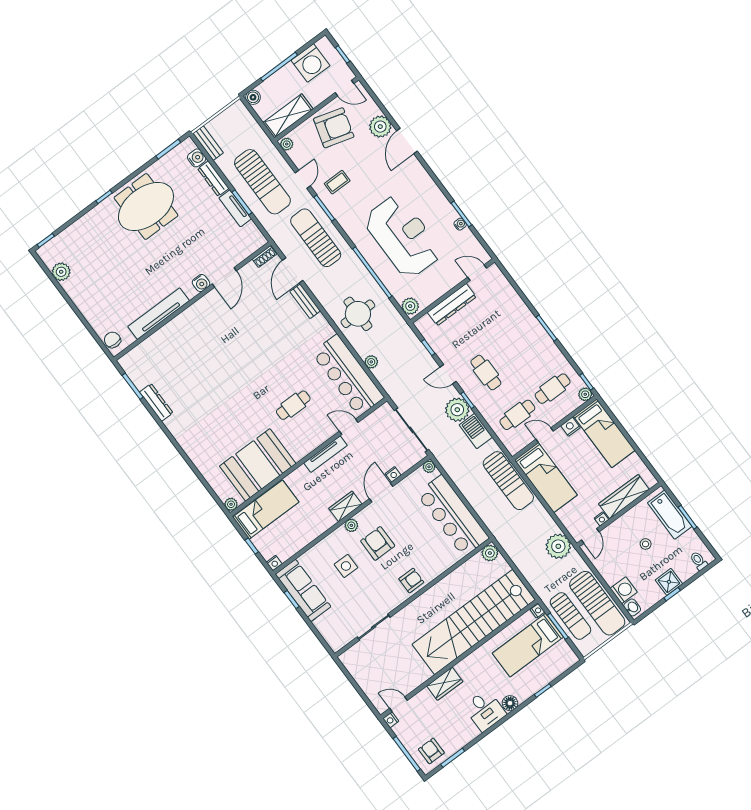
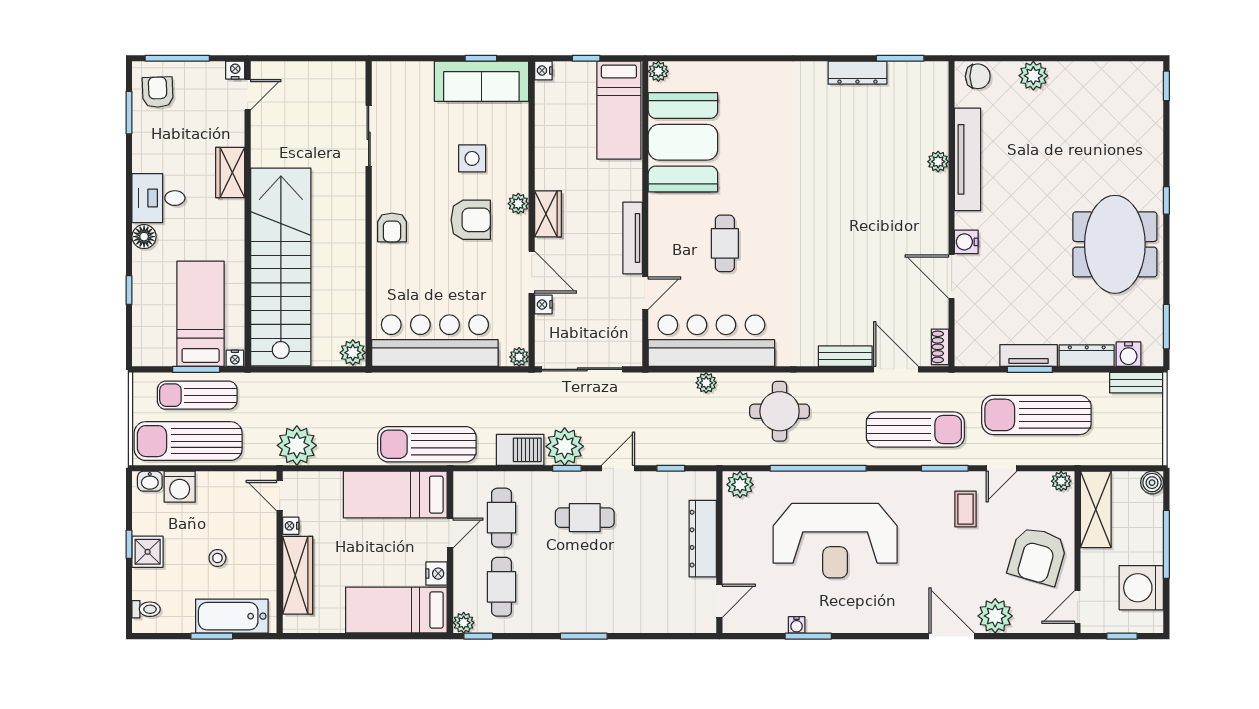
door: (303, 179) -> (1001, 468), hinge flipped
plant: (61, 272) -> (1033, 76), moved
plant: (171, 328) -> (938, 162), added
armchair: (431, 751) -> (158, 92), turned -92

